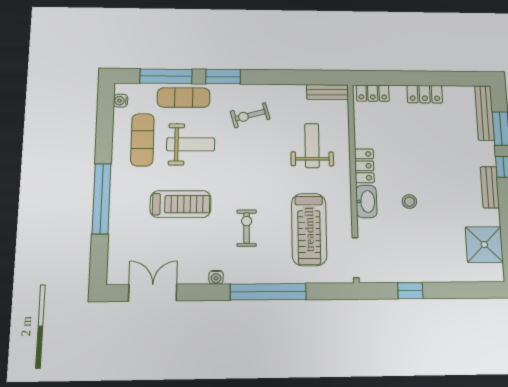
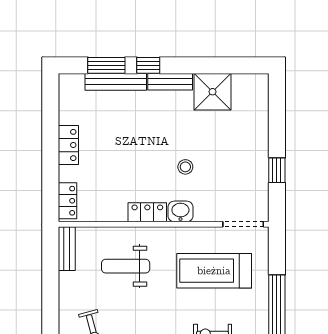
bench: (484, 113) -> (116, 82), moved
washbasin: (366, 201) -> (180, 211), width x0.72
treadmill: (309, 229) -> (214, 271), turned 180
shower: (484, 245) -> (213, 92), moved

